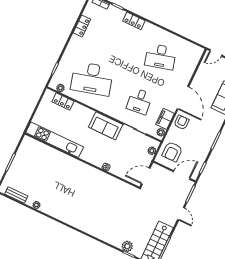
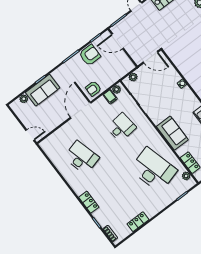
filing cabinet: (165, 119) -> (110, 97), width x0.50
sofa: (106, 126) -> (172, 133), moved
armchair: (172, 152) -> (90, 55), moved

